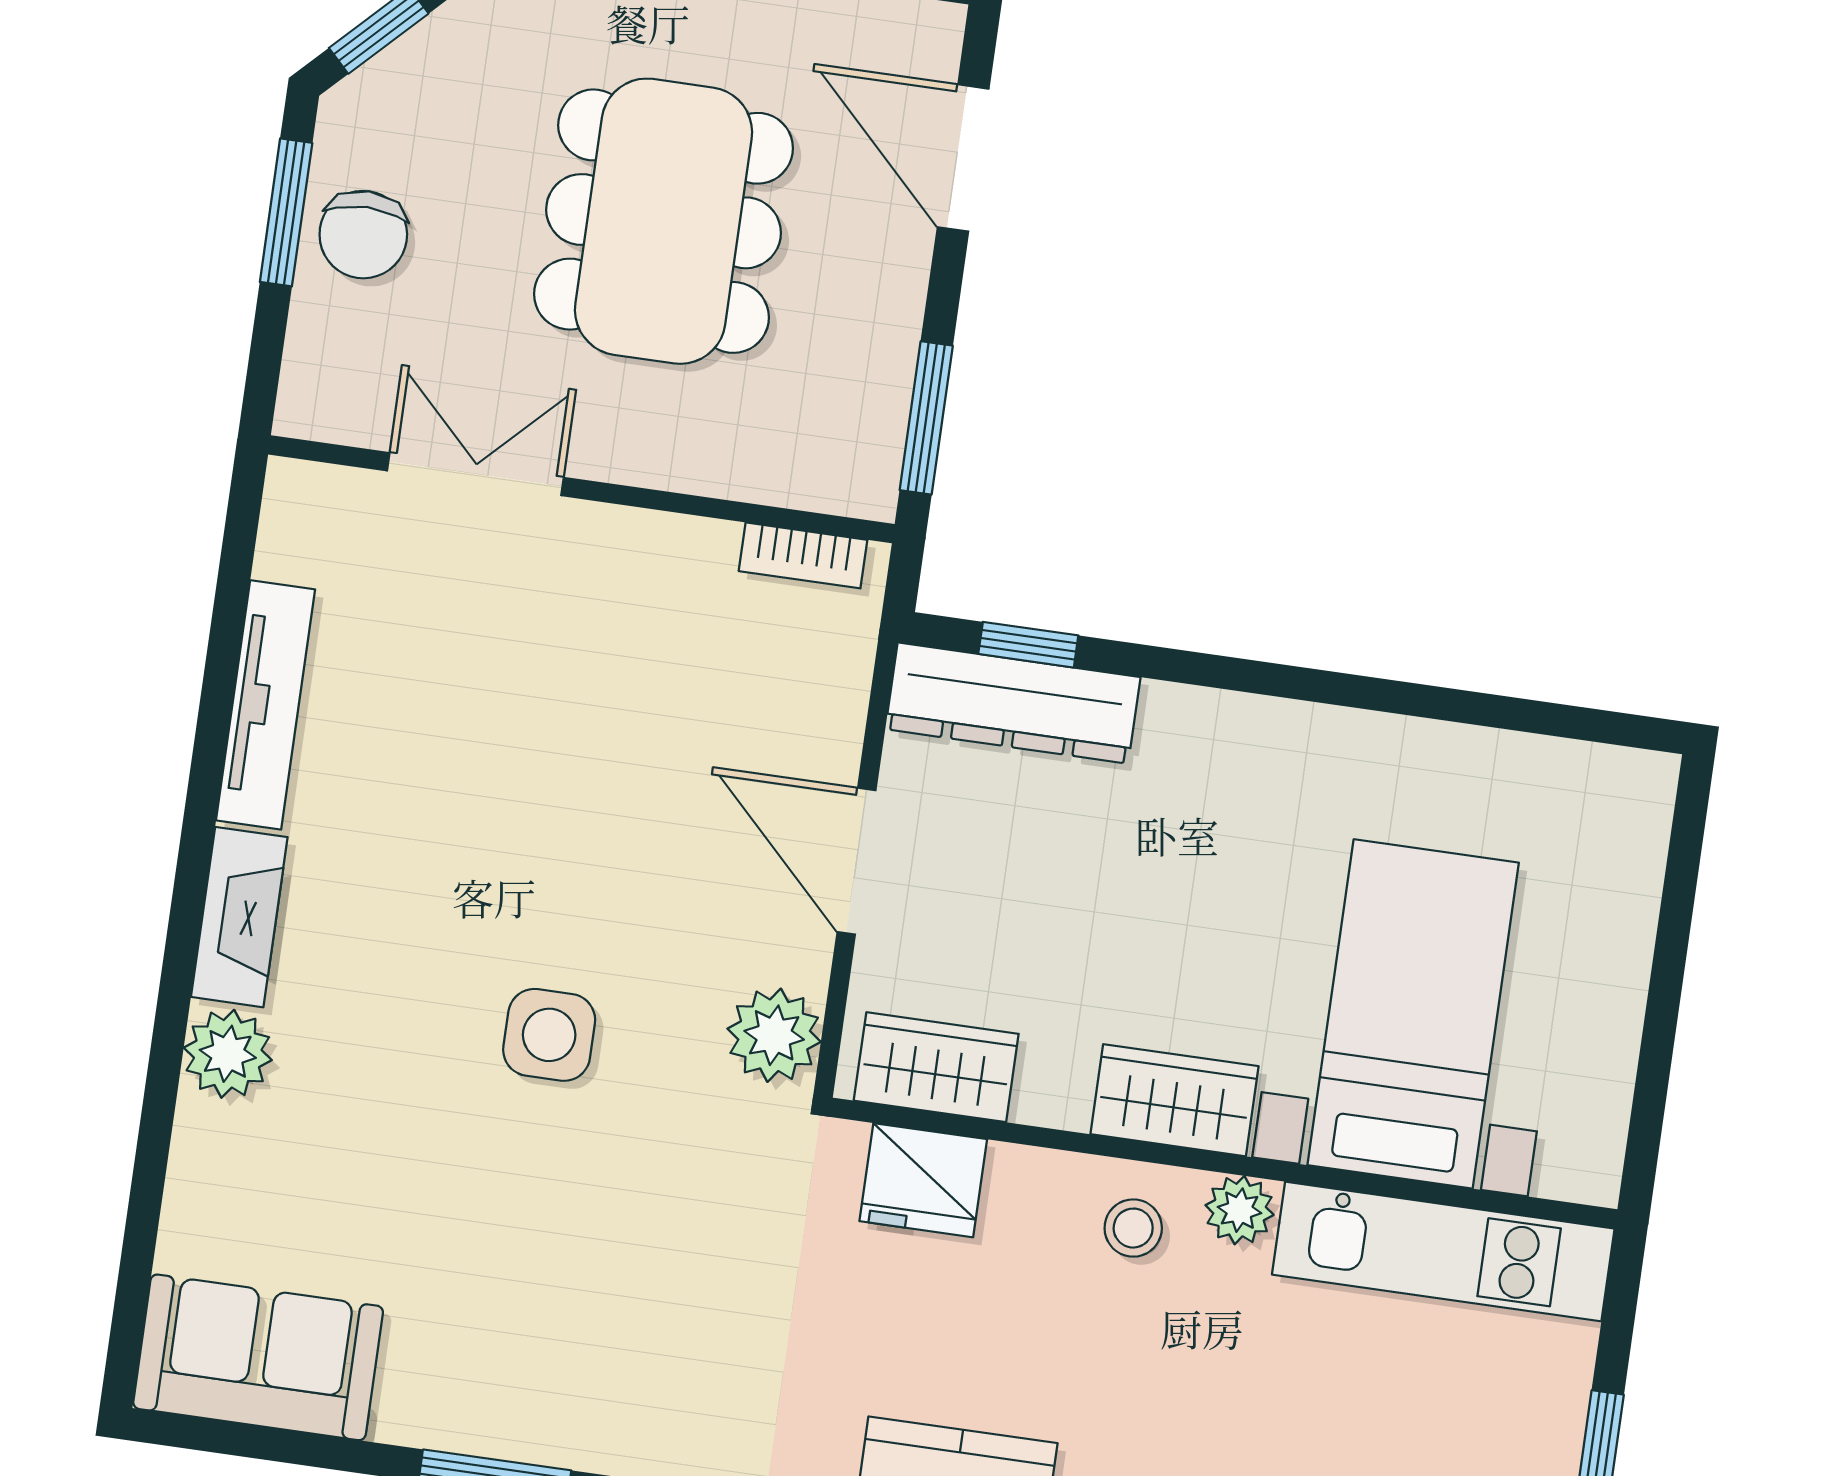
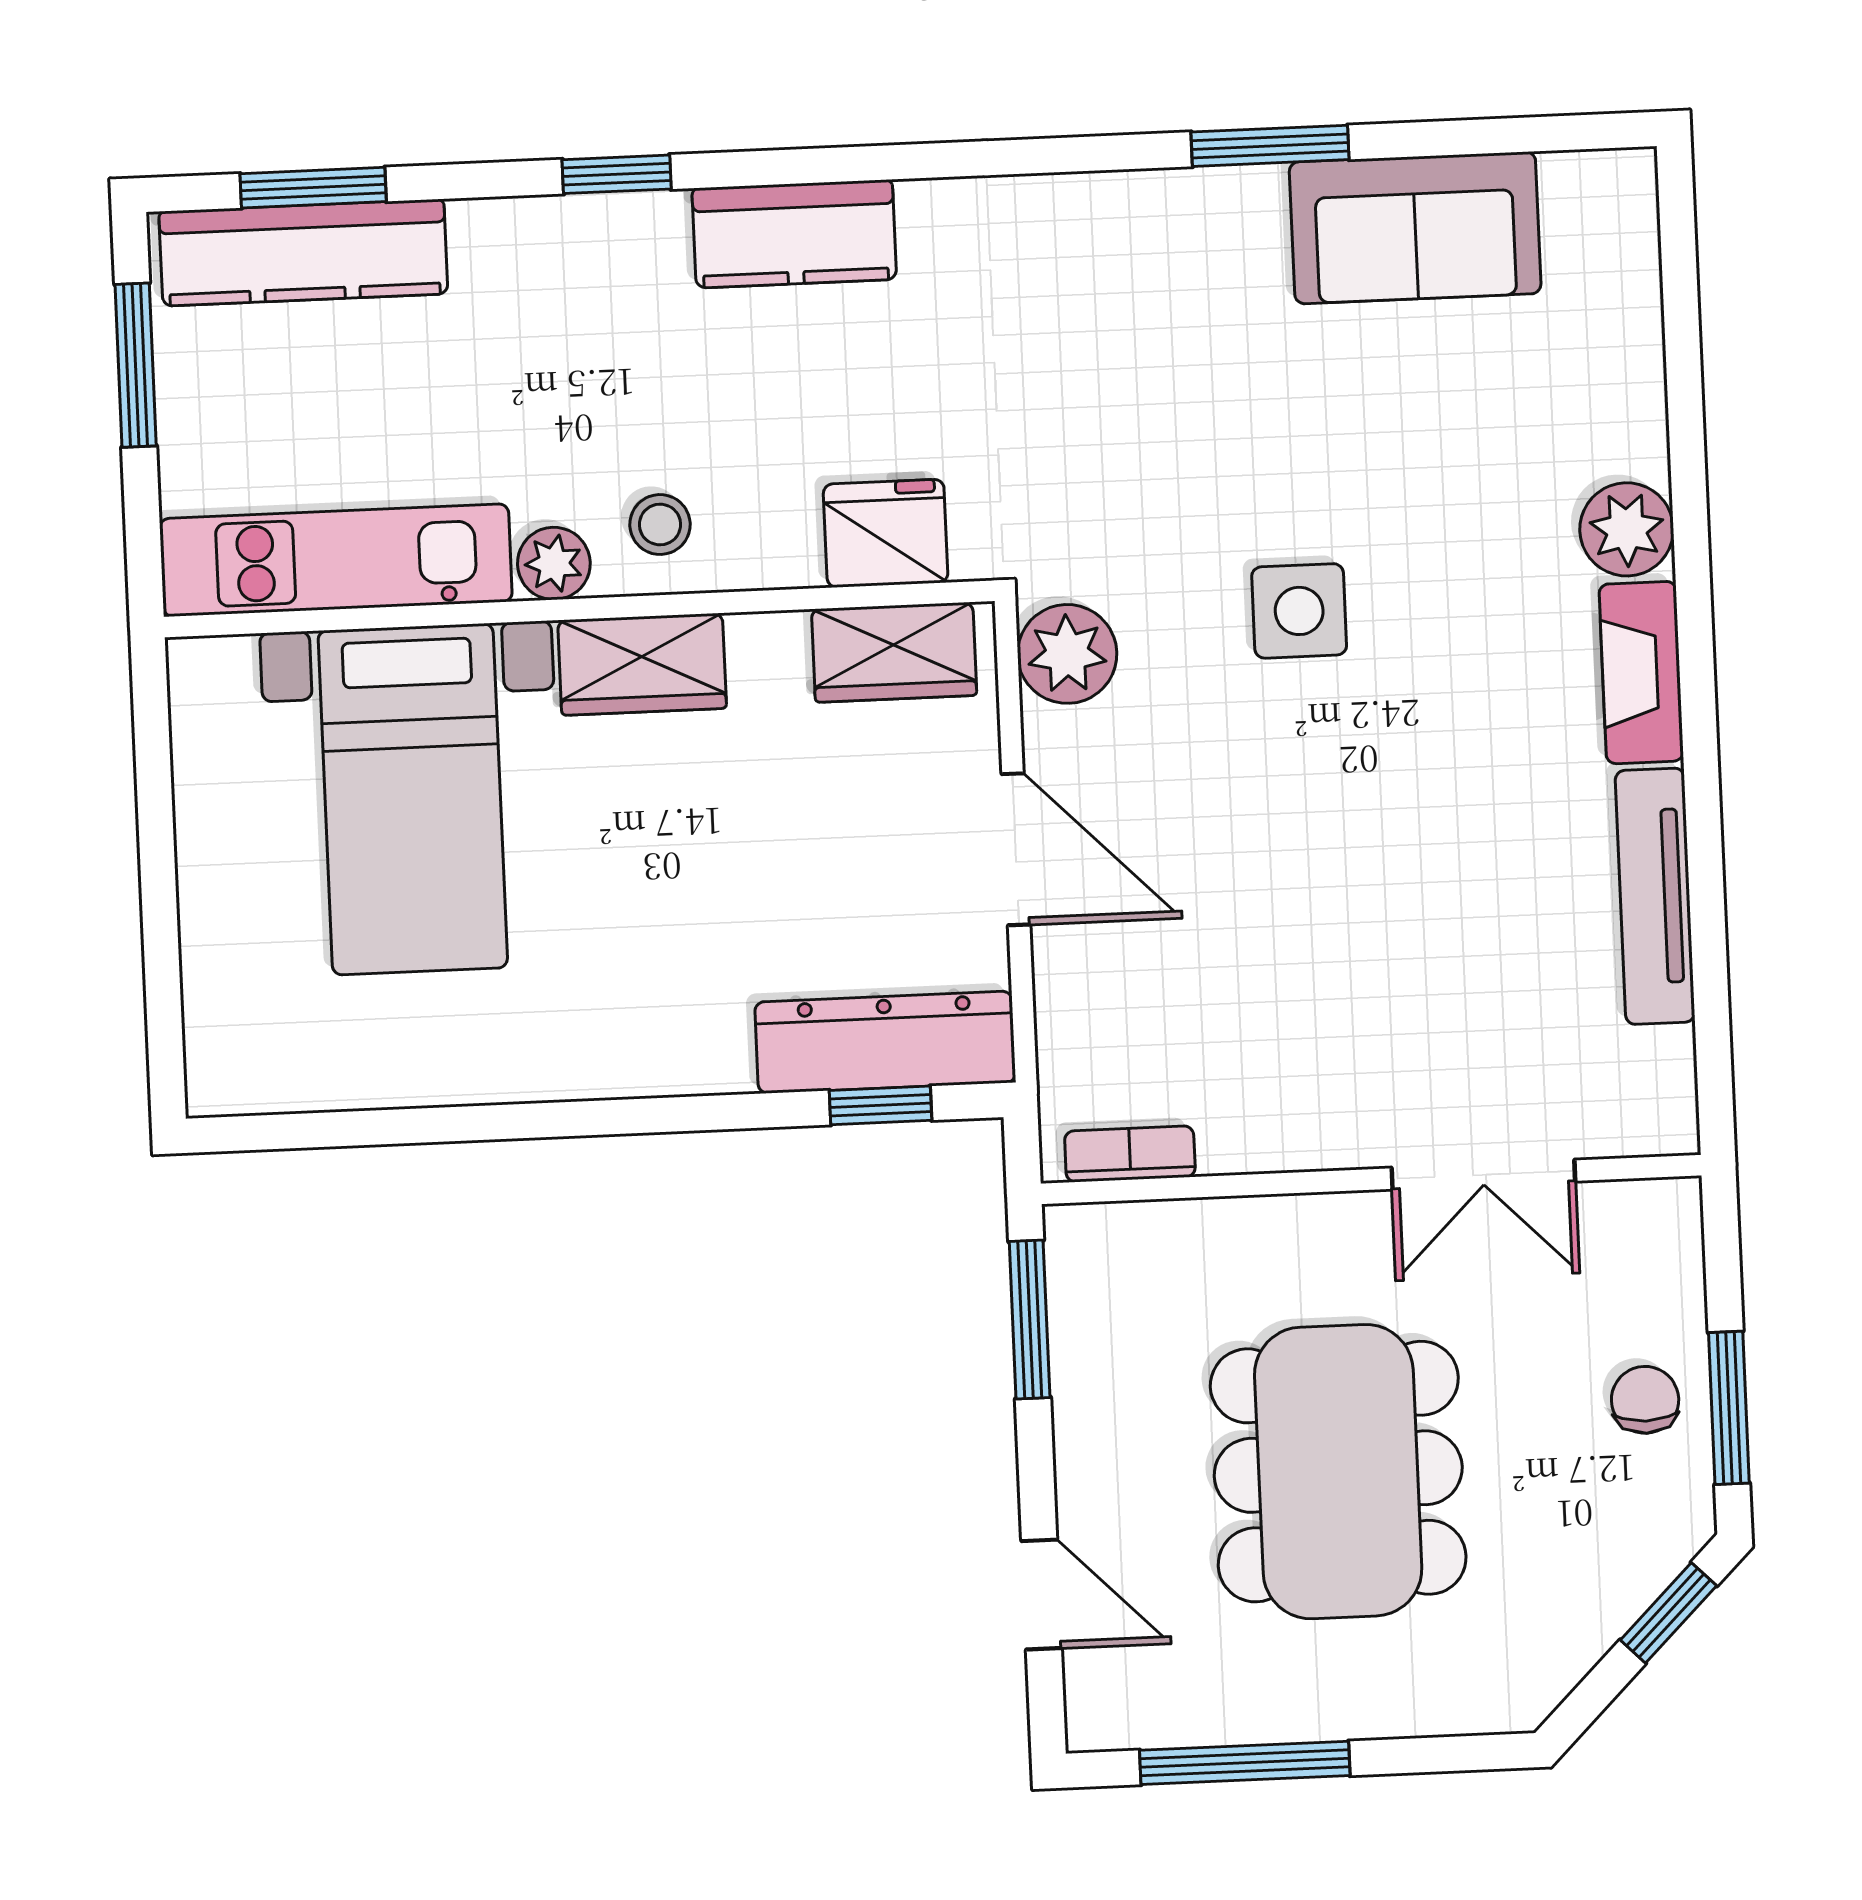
door: (963, 158) -> (1042, 1595), width x0.73
chair: (363, 235) -> (1645, 1400), width x0.73, depth x0.73
sofa: (258, 1357) -> (1415, 228), moved

